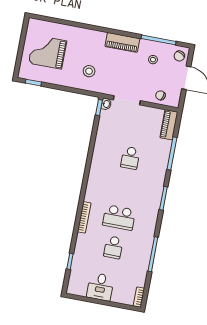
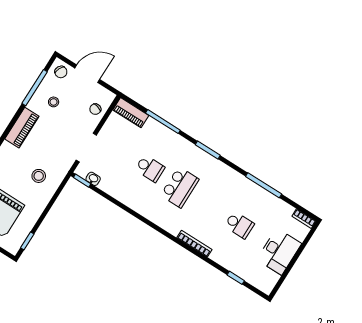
washbasin: (106, 104) -> (93, 179), moved
school desk: (119, 217) -> (180, 187), moved
desk: (100, 287) -> (279, 252), width x1.37

